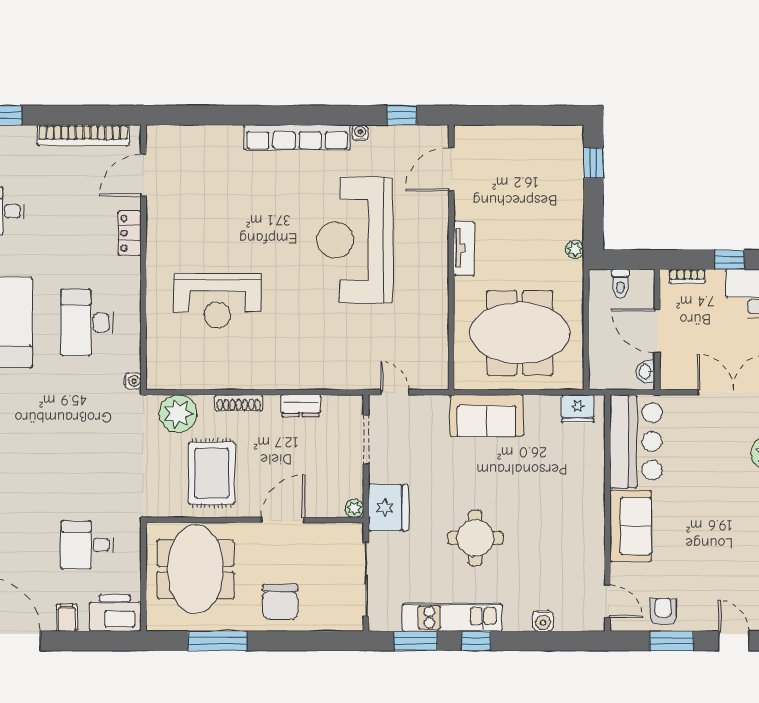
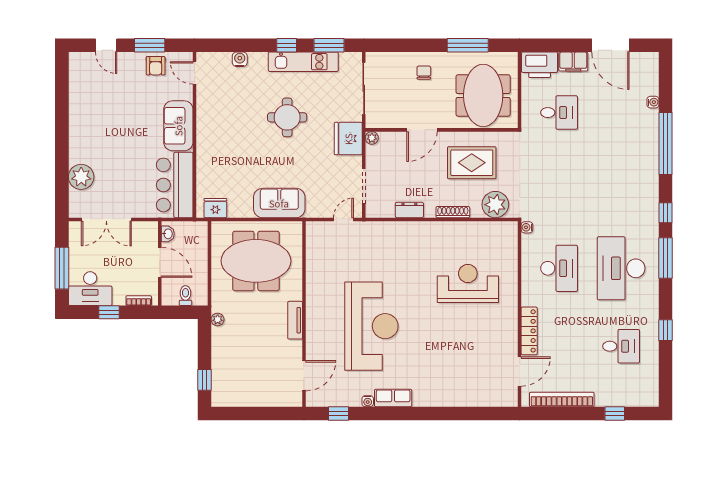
row of seats: (297, 137) -> (393, 398), width x0.50
locker: (130, 233) -> (529, 331), width x1.53
door: (395, 392) -> (343, 219), swing flipped
rug: (212, 473) -> (472, 163), turned 90
chair: (280, 602) -> (424, 73), width x0.54, depth x0.54
filing cabinet: (67, 618) -> (573, 62), width x2.00

